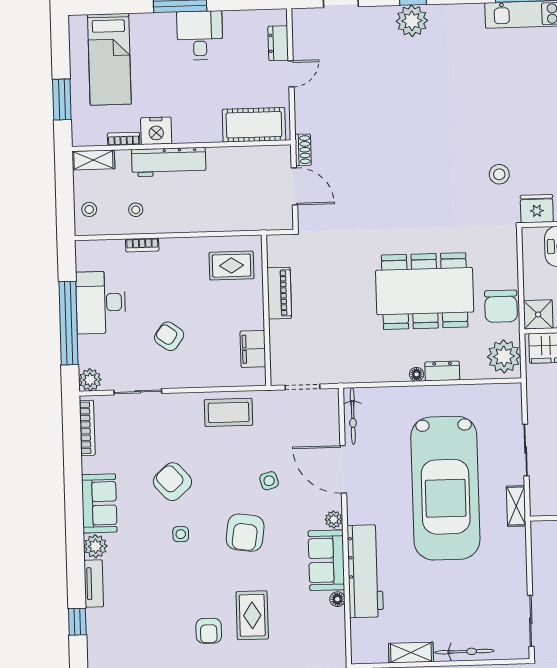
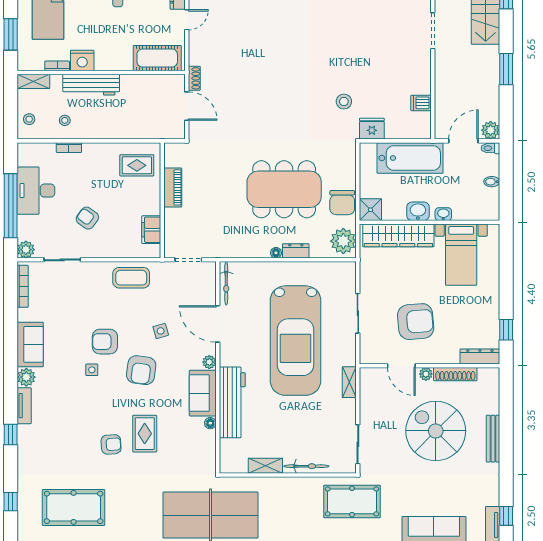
armchair: (172, 482) -> (105, 342), moved, turned -48
shelving: (516, 506) -> (349, 382), moved
armchair: (209, 631) -> (111, 444), turned -94

